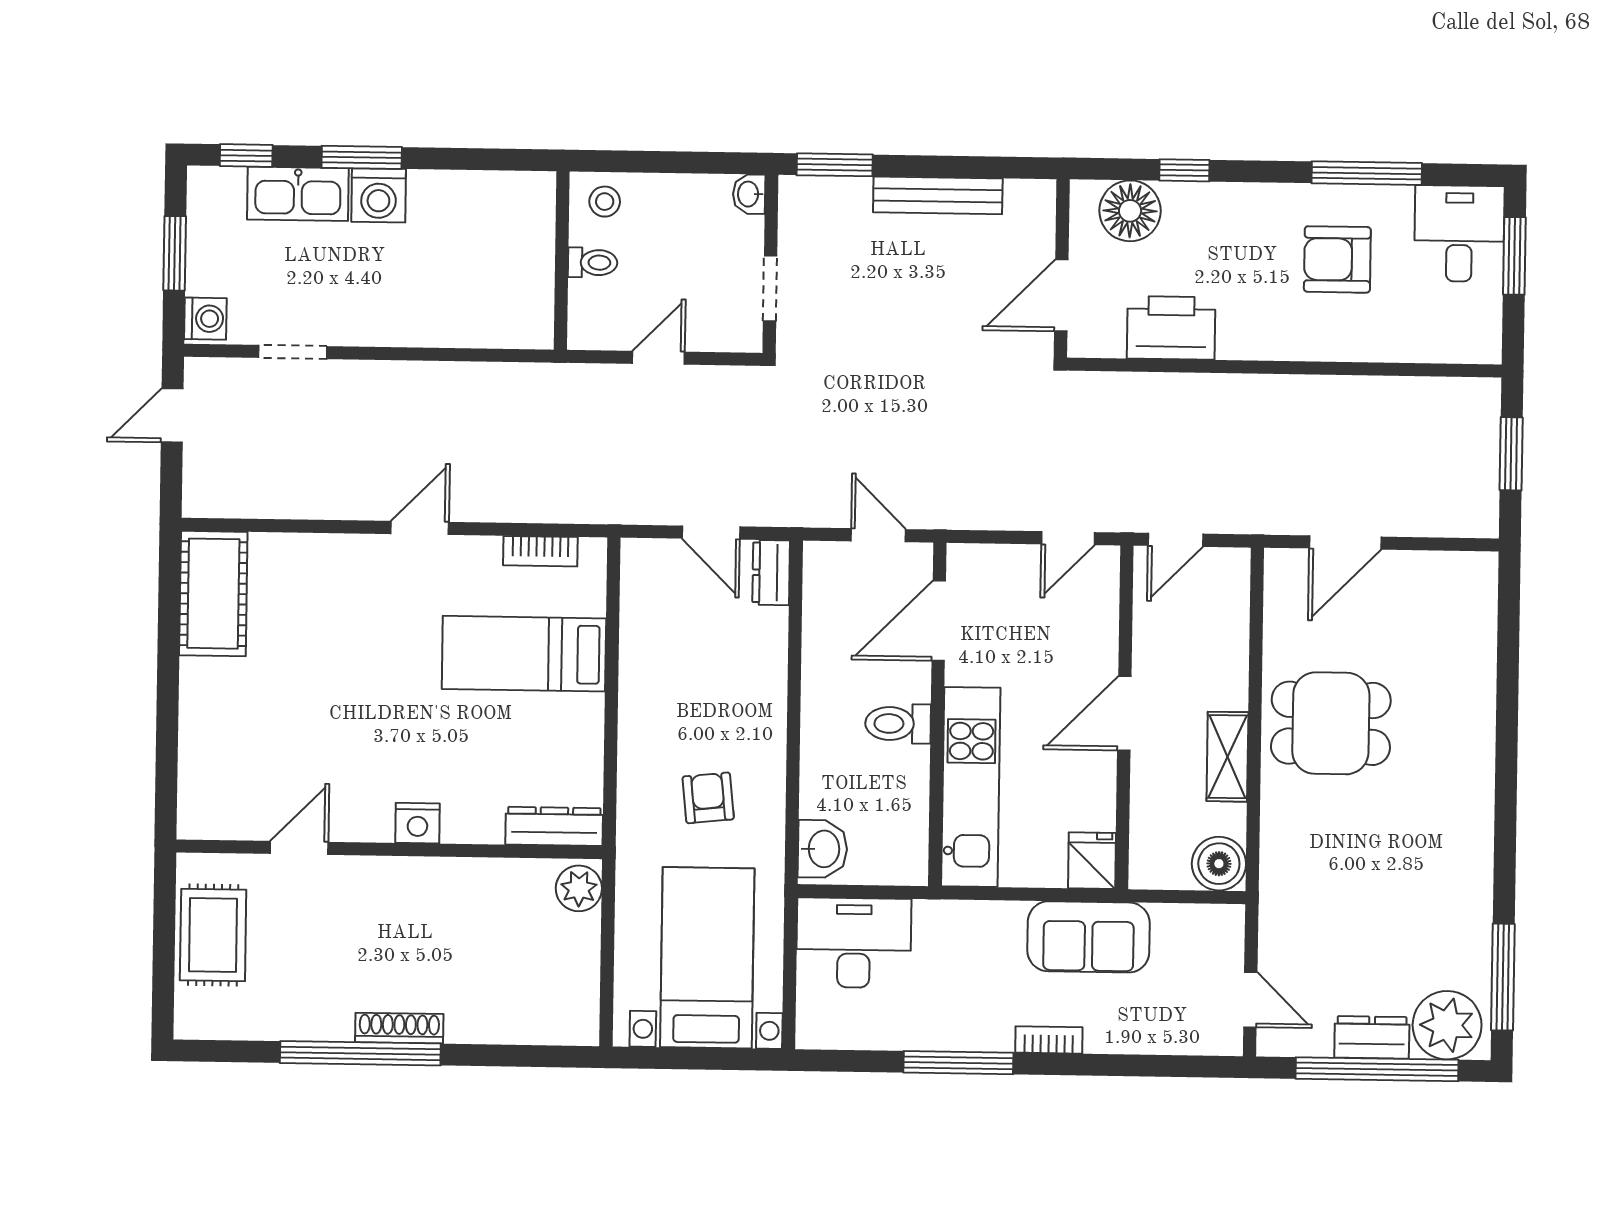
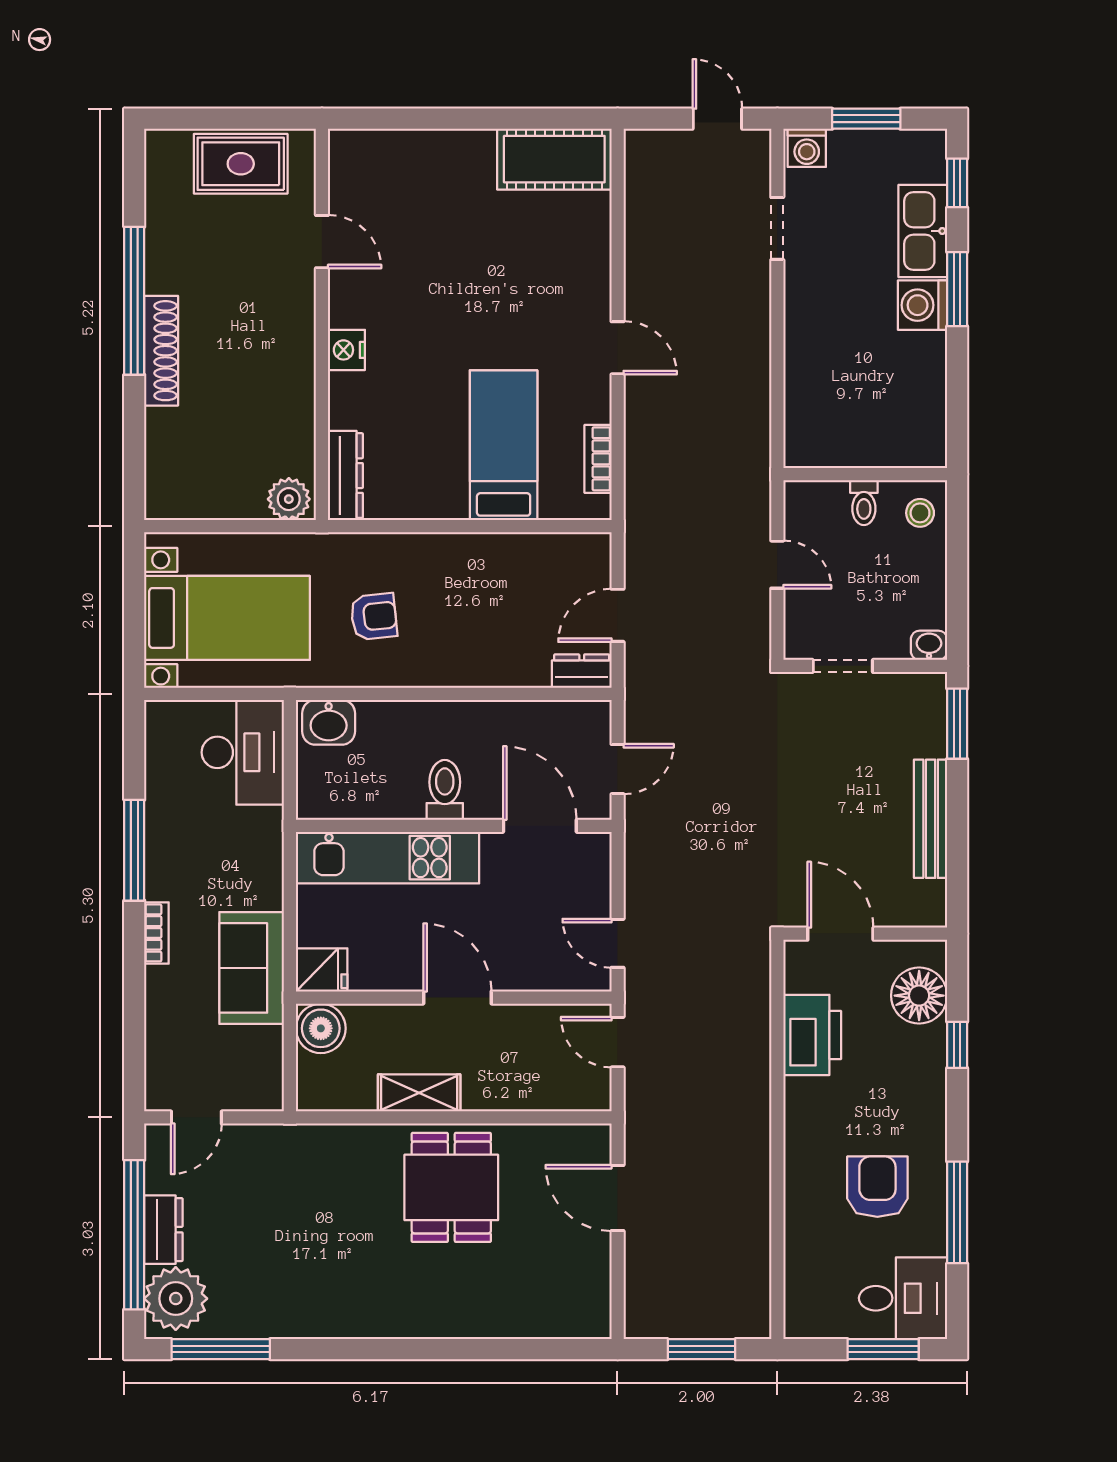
boiler: (1219, 864) -> (321, 1028), moved
shoe rack: (399, 1028) -> (161, 351), width x1.36, depth x1.24

